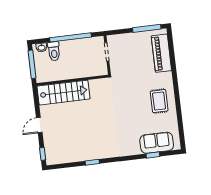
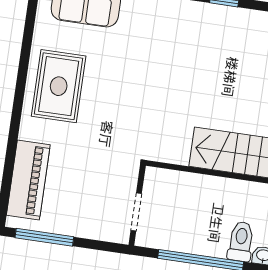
rug: (159, 101) -> (59, 86), width x1.36, depth x1.43

